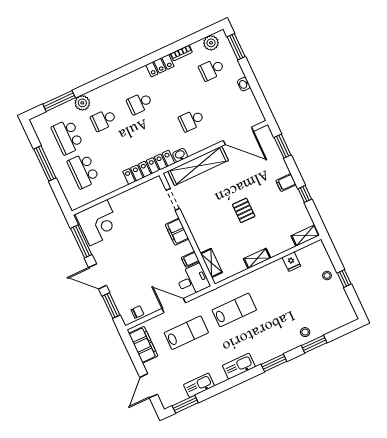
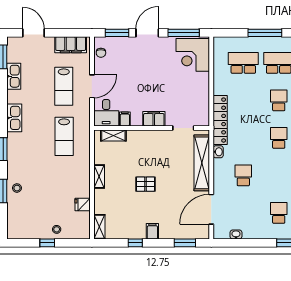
washbasin: (244, 84) -> (236, 234), moved

